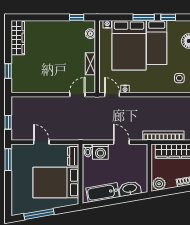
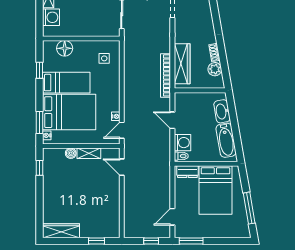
window: (144, 17) -> (39, 122), moved
boiler: (90, 34) -> (71, 153), moved
door: (41, 142) -> (172, 217), moved
door: (121, 142) -> (172, 120), hinge flipped
plant: (159, 184) -> (215, 69), moved

